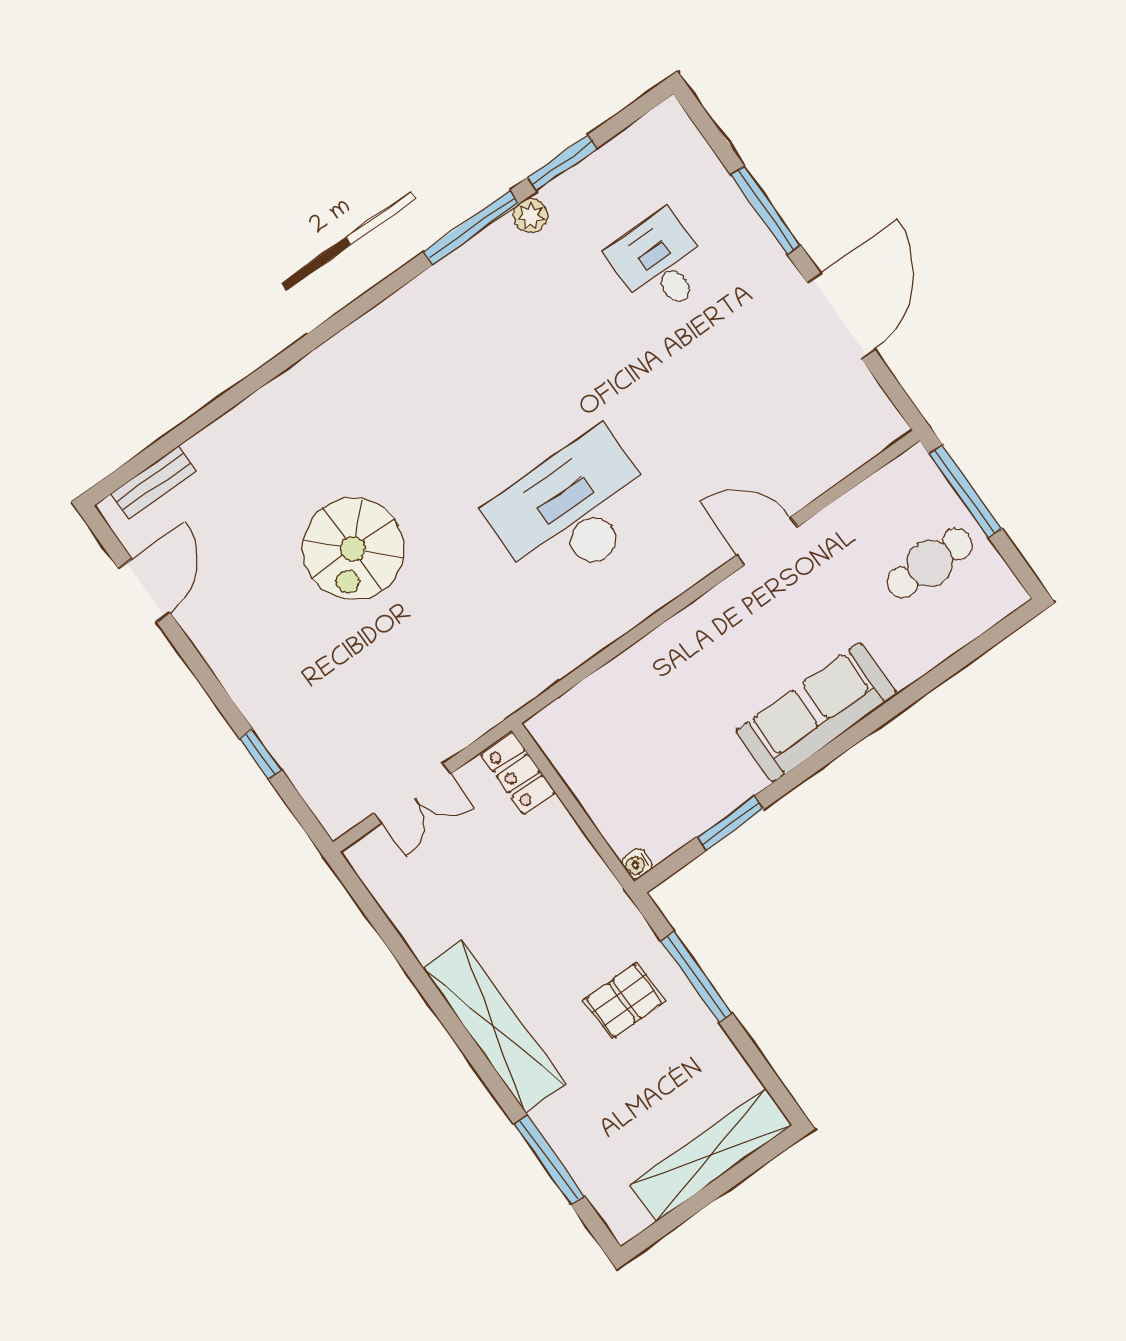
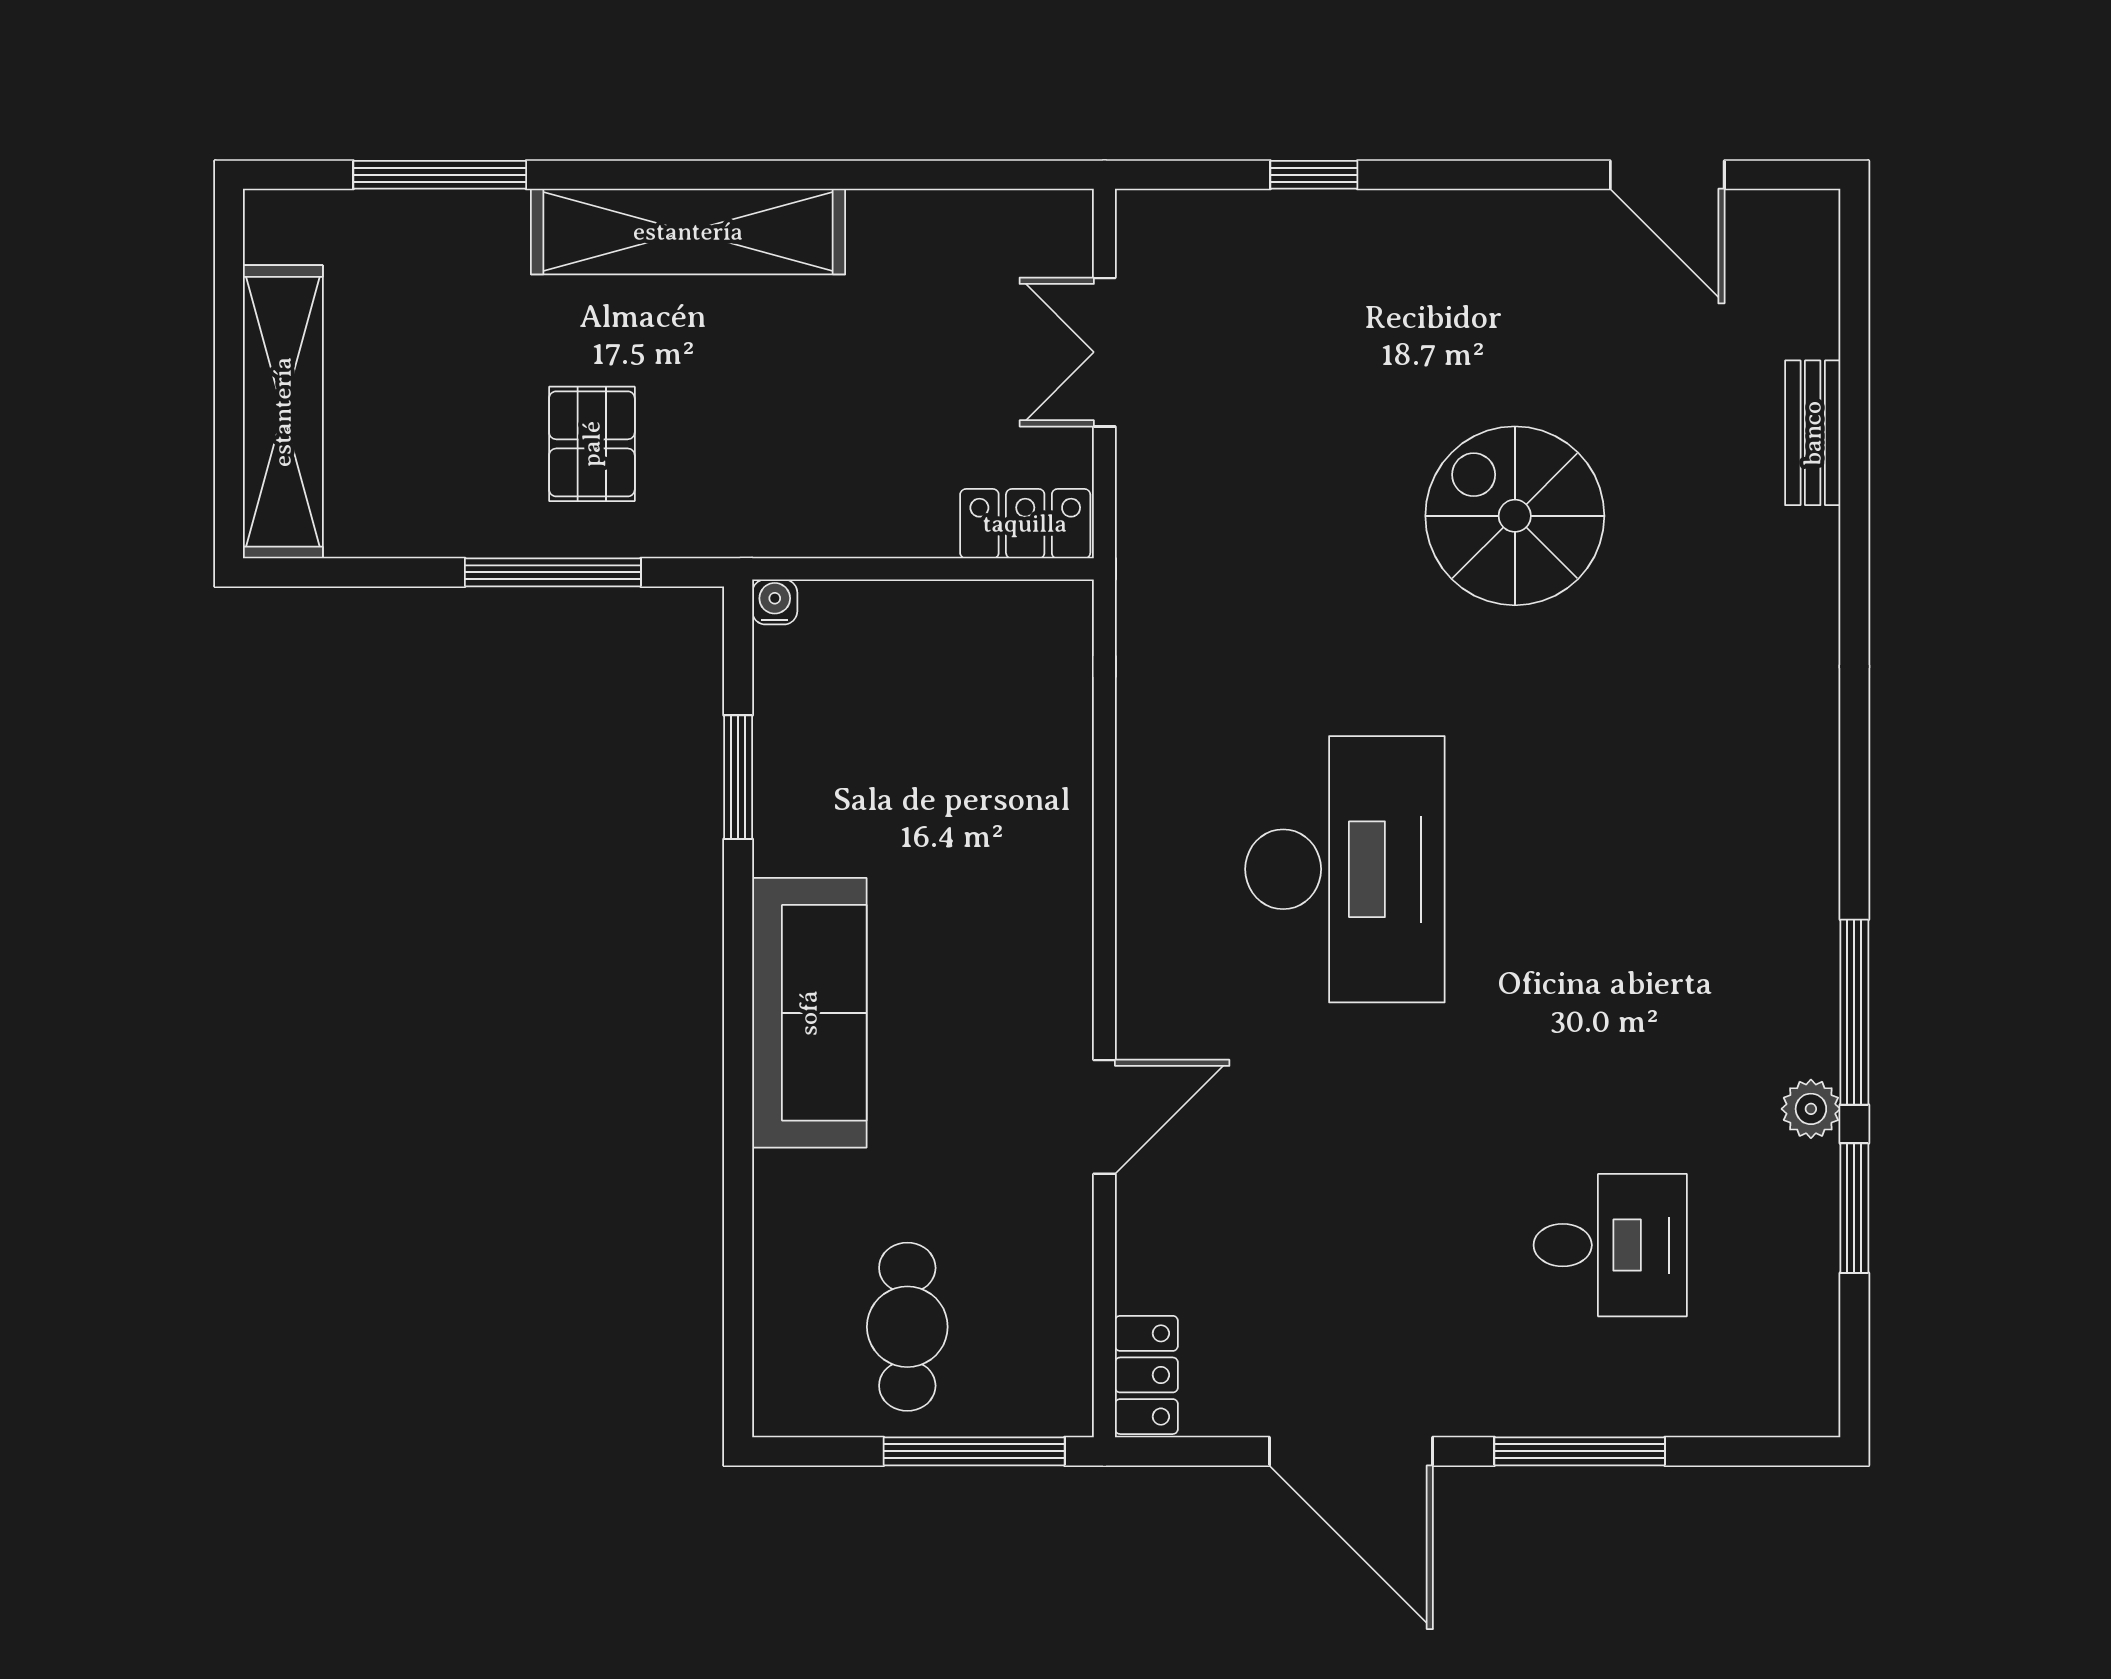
locker: (873, 436) -> (1146, 1375), added
bench: (154, 482) -> (1813, 433), moved

